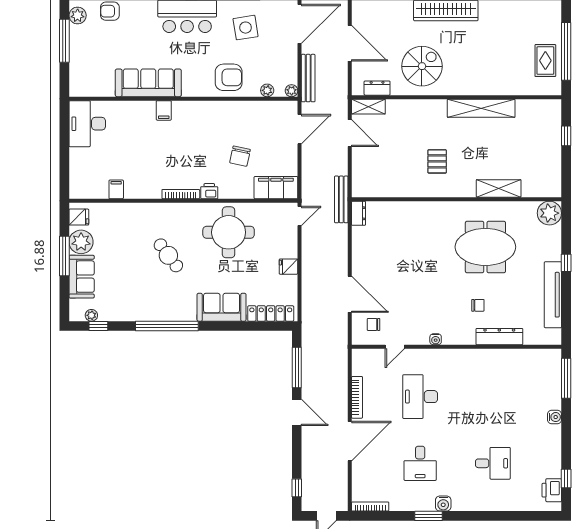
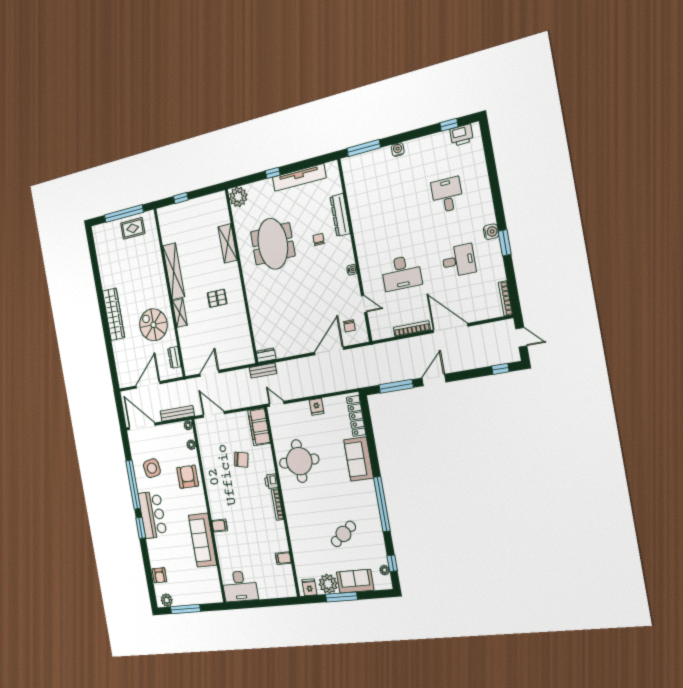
shelving: (368, 107) -> (180, 313), moved
bench: (341, 199) -> (263, 370), width x0.73
cafe table: (168, 255) -> (343, 534), moved

